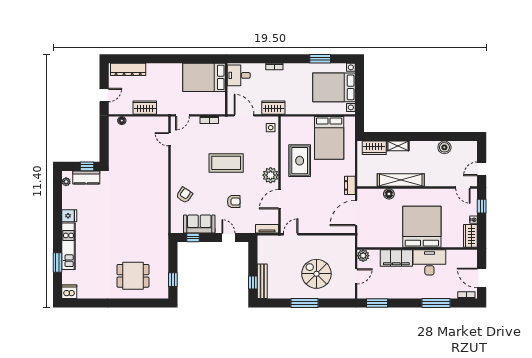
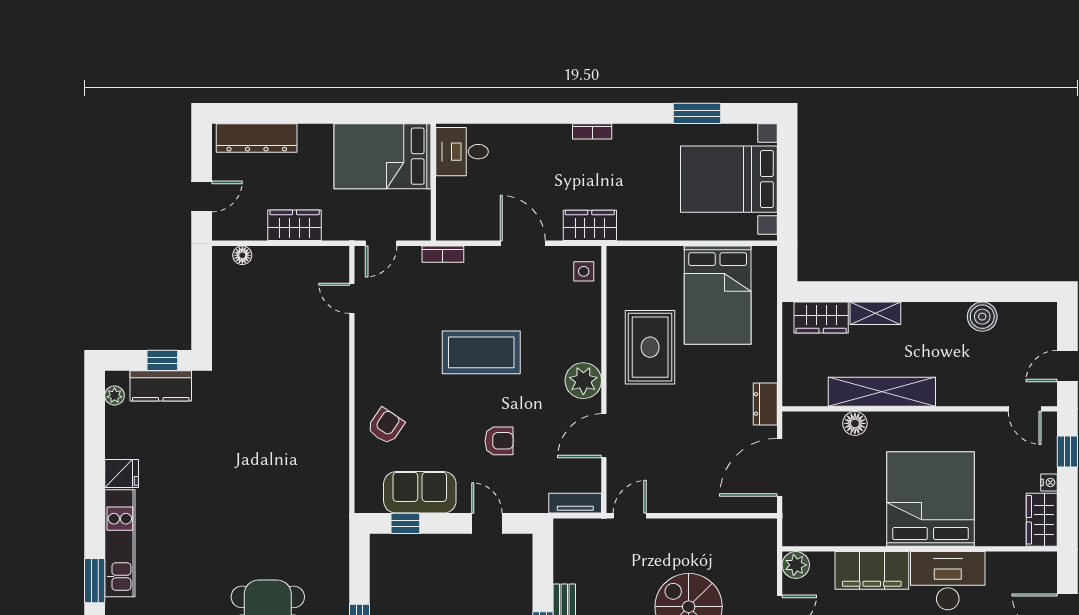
desk: (239, 75) -> (462, 152), moved
bed: (204, 77) -> (382, 156), moved
wall: (226, 89) -> (433, 182), moved

